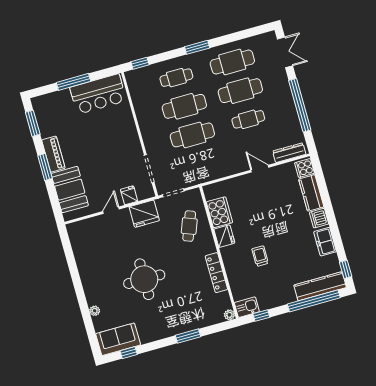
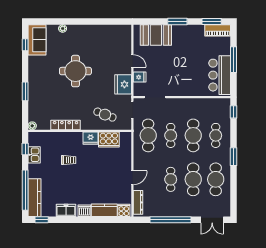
cafe table: (192, 135) -> (171, 135), width x0.73, depth x0.74
piano: (53, 154) -> (218, 30), moved
cafe table: (200, 164) -> (148, 135), added
kitchen sink: (247, 307) -> (34, 155), moved

